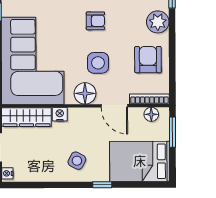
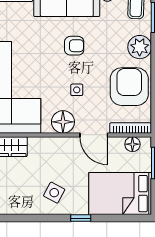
armchair: (148, 60) -> (129, 87), width x1.36, depth x1.36
side table: (98, 63) -> (77, 90), width x0.54, depth x0.54
nightstand: (60, 114) -> (36, 144), removed

